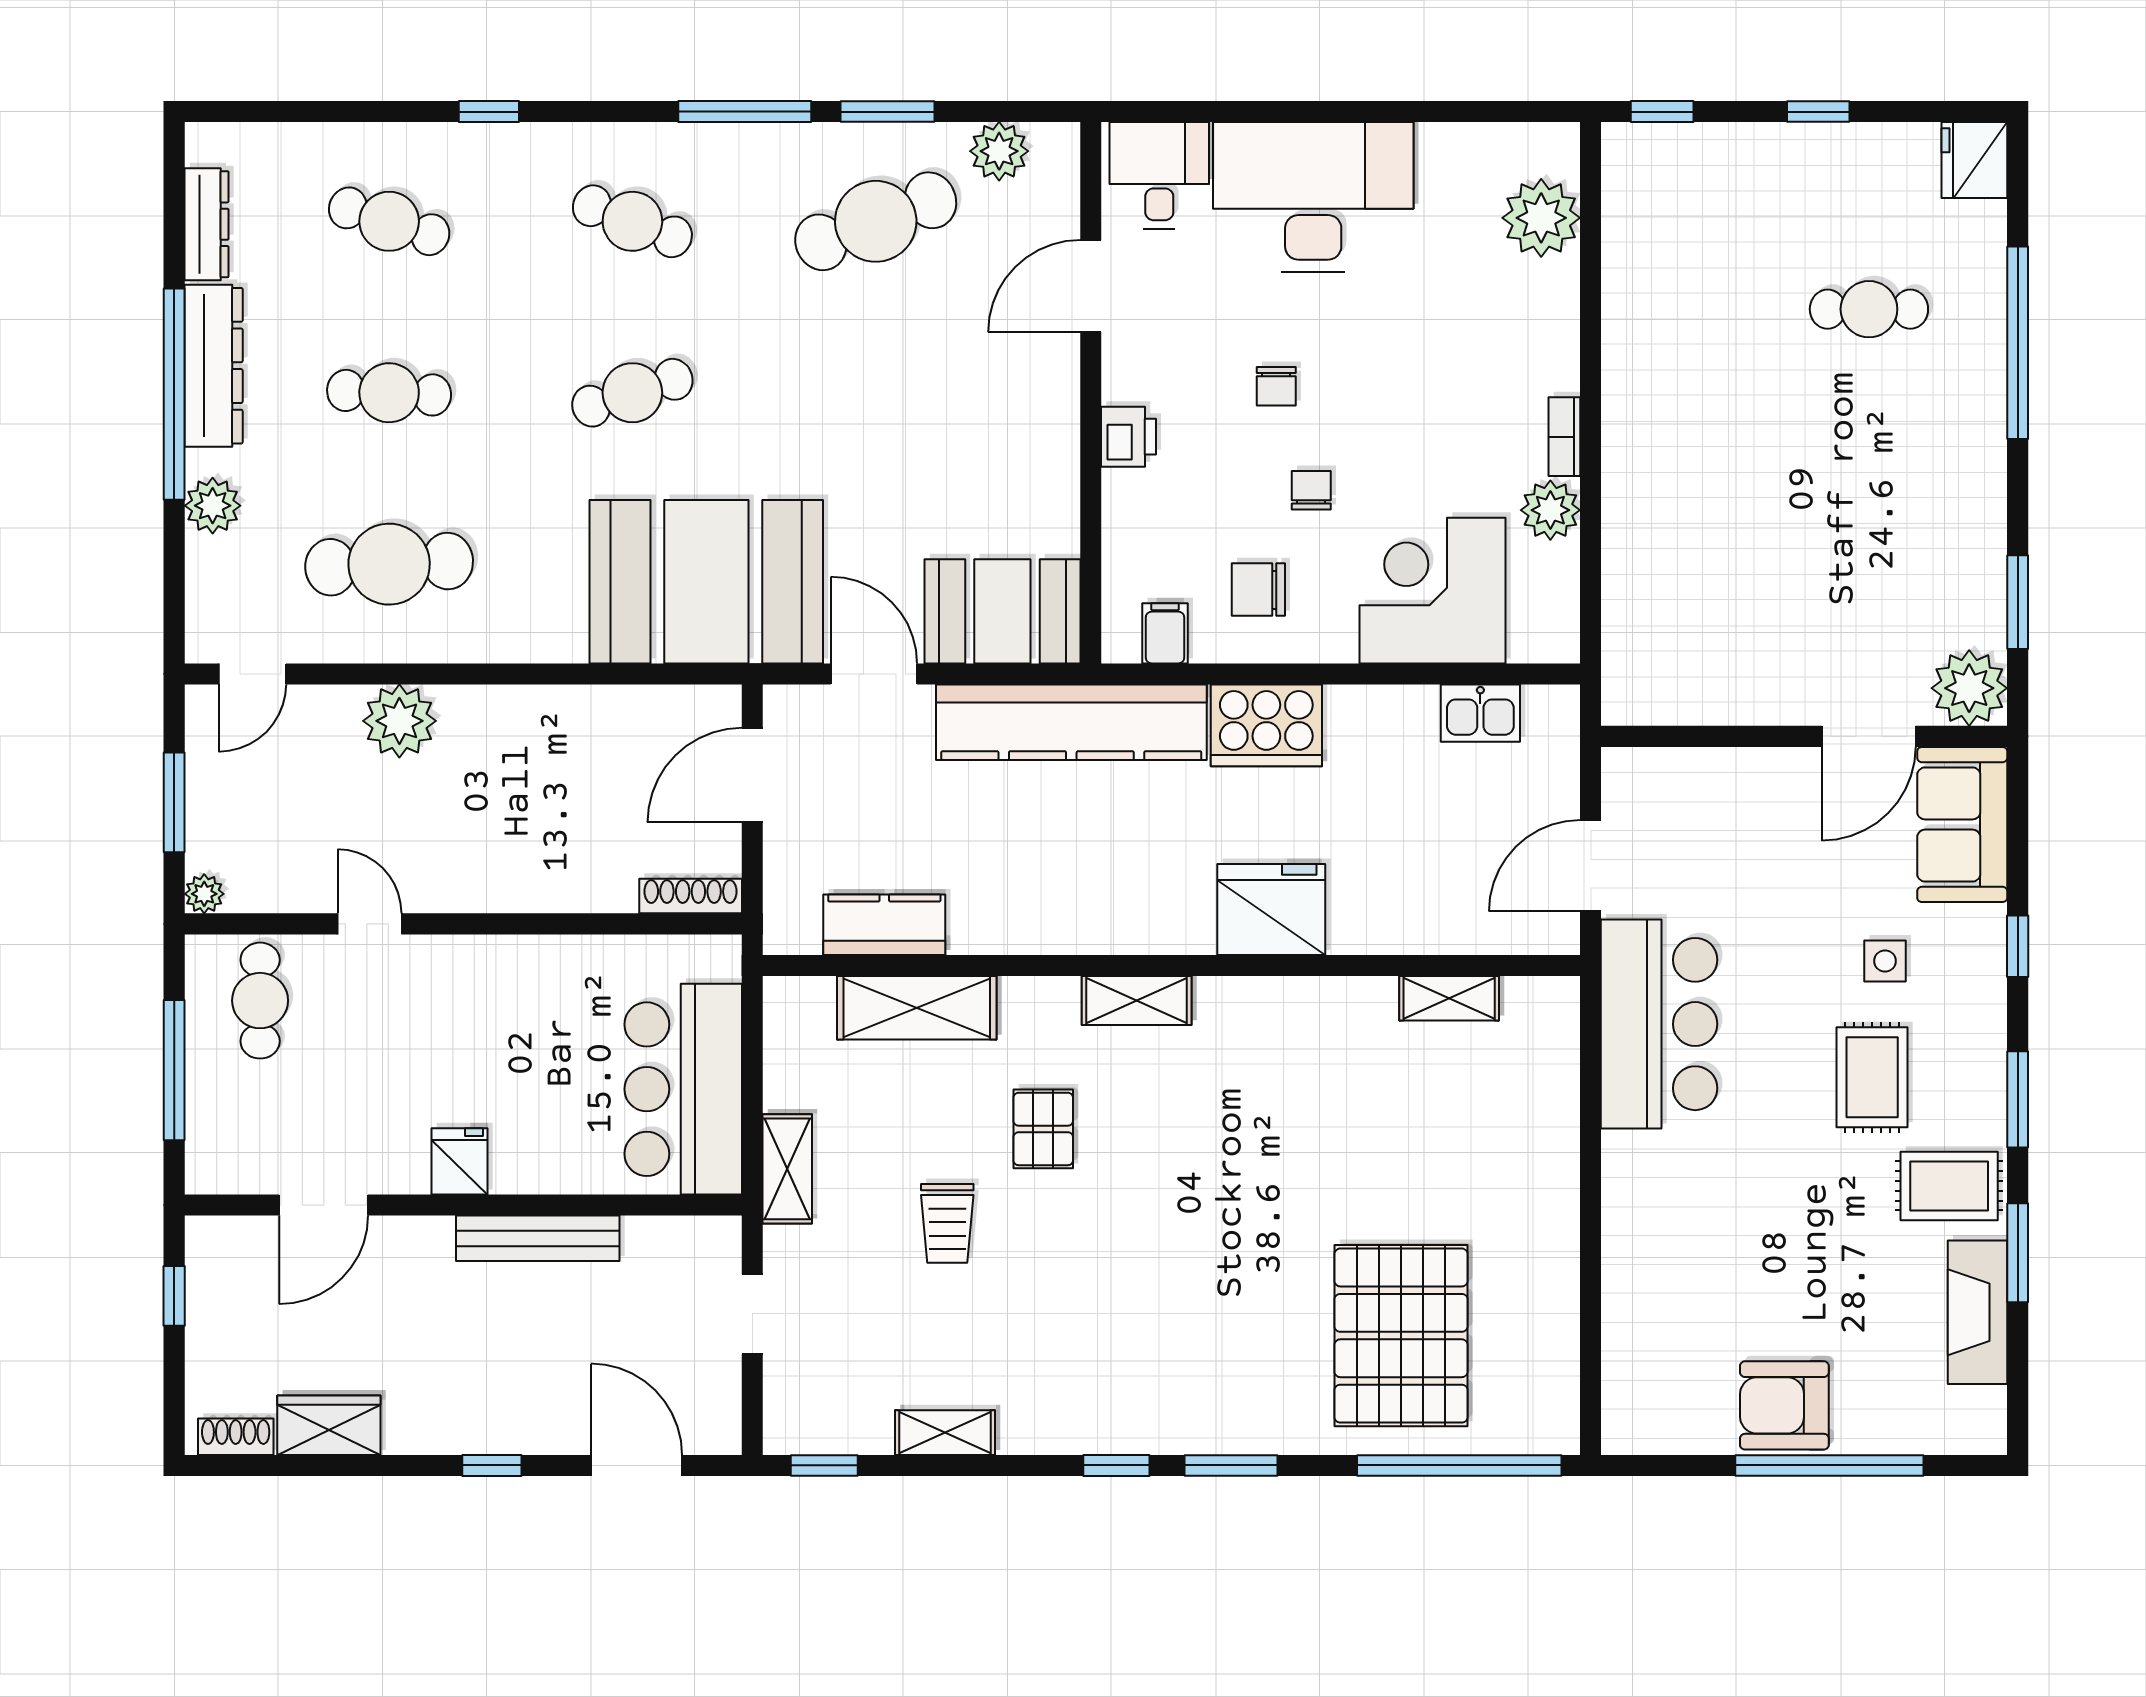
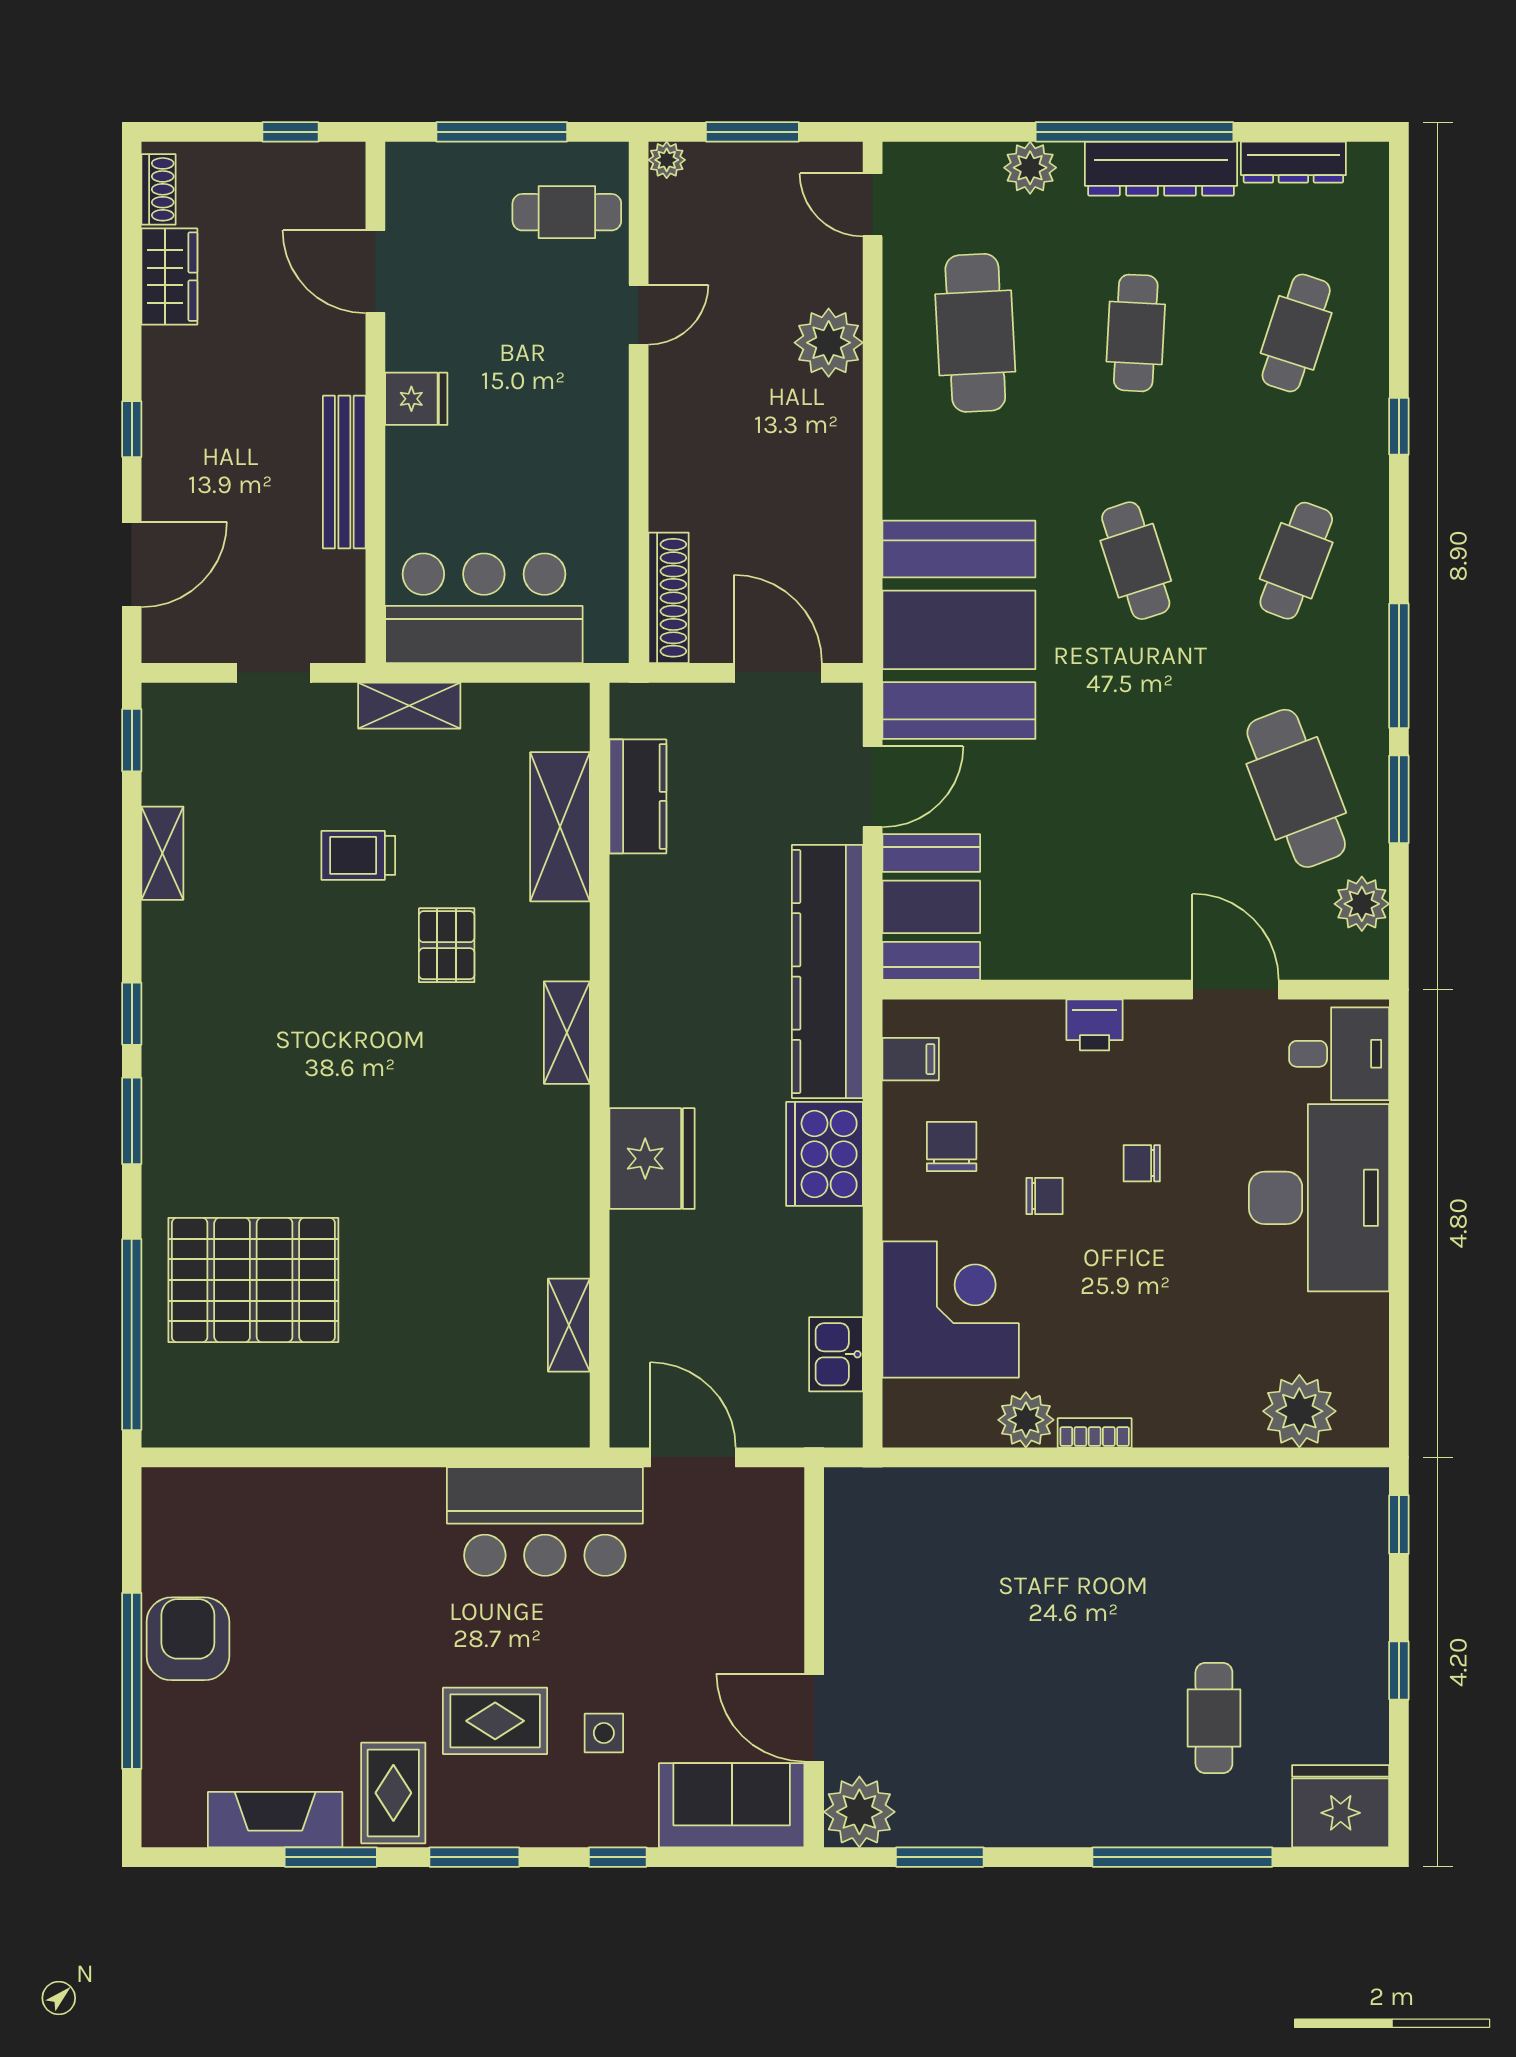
fridge: (1974, 160) -> (1341, 1806), width x1.36, depth x1.34
shoe rack: (691, 896) -> (669, 598), width x1.36, depth x1.24
pallet: (1043, 1129) -> (447, 945), turned 90

